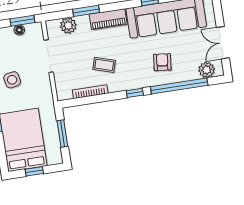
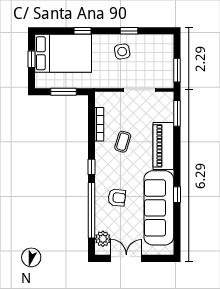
window: (86, 11) -> (177, 113), moved
piano: (108, 19) -> (163, 146), width x1.37, depth x1.33
plant: (68, 26) -> (166, 113), removed
floor lamp: (19, 30) -> (169, 66), removed

